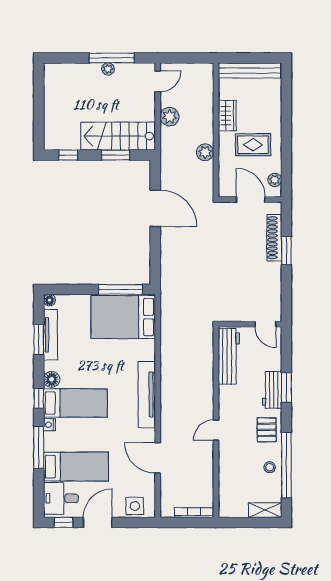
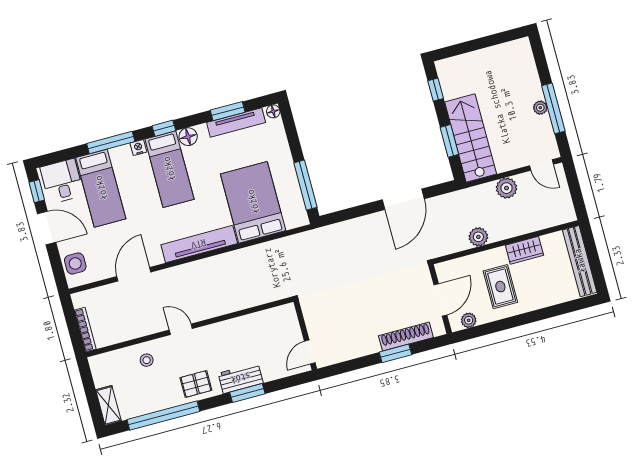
bed: (123, 317) -> (253, 202), moved
workbench: (229, 356) -> (264, 322), removed
stool: (270, 467) -> (147, 360), moved

